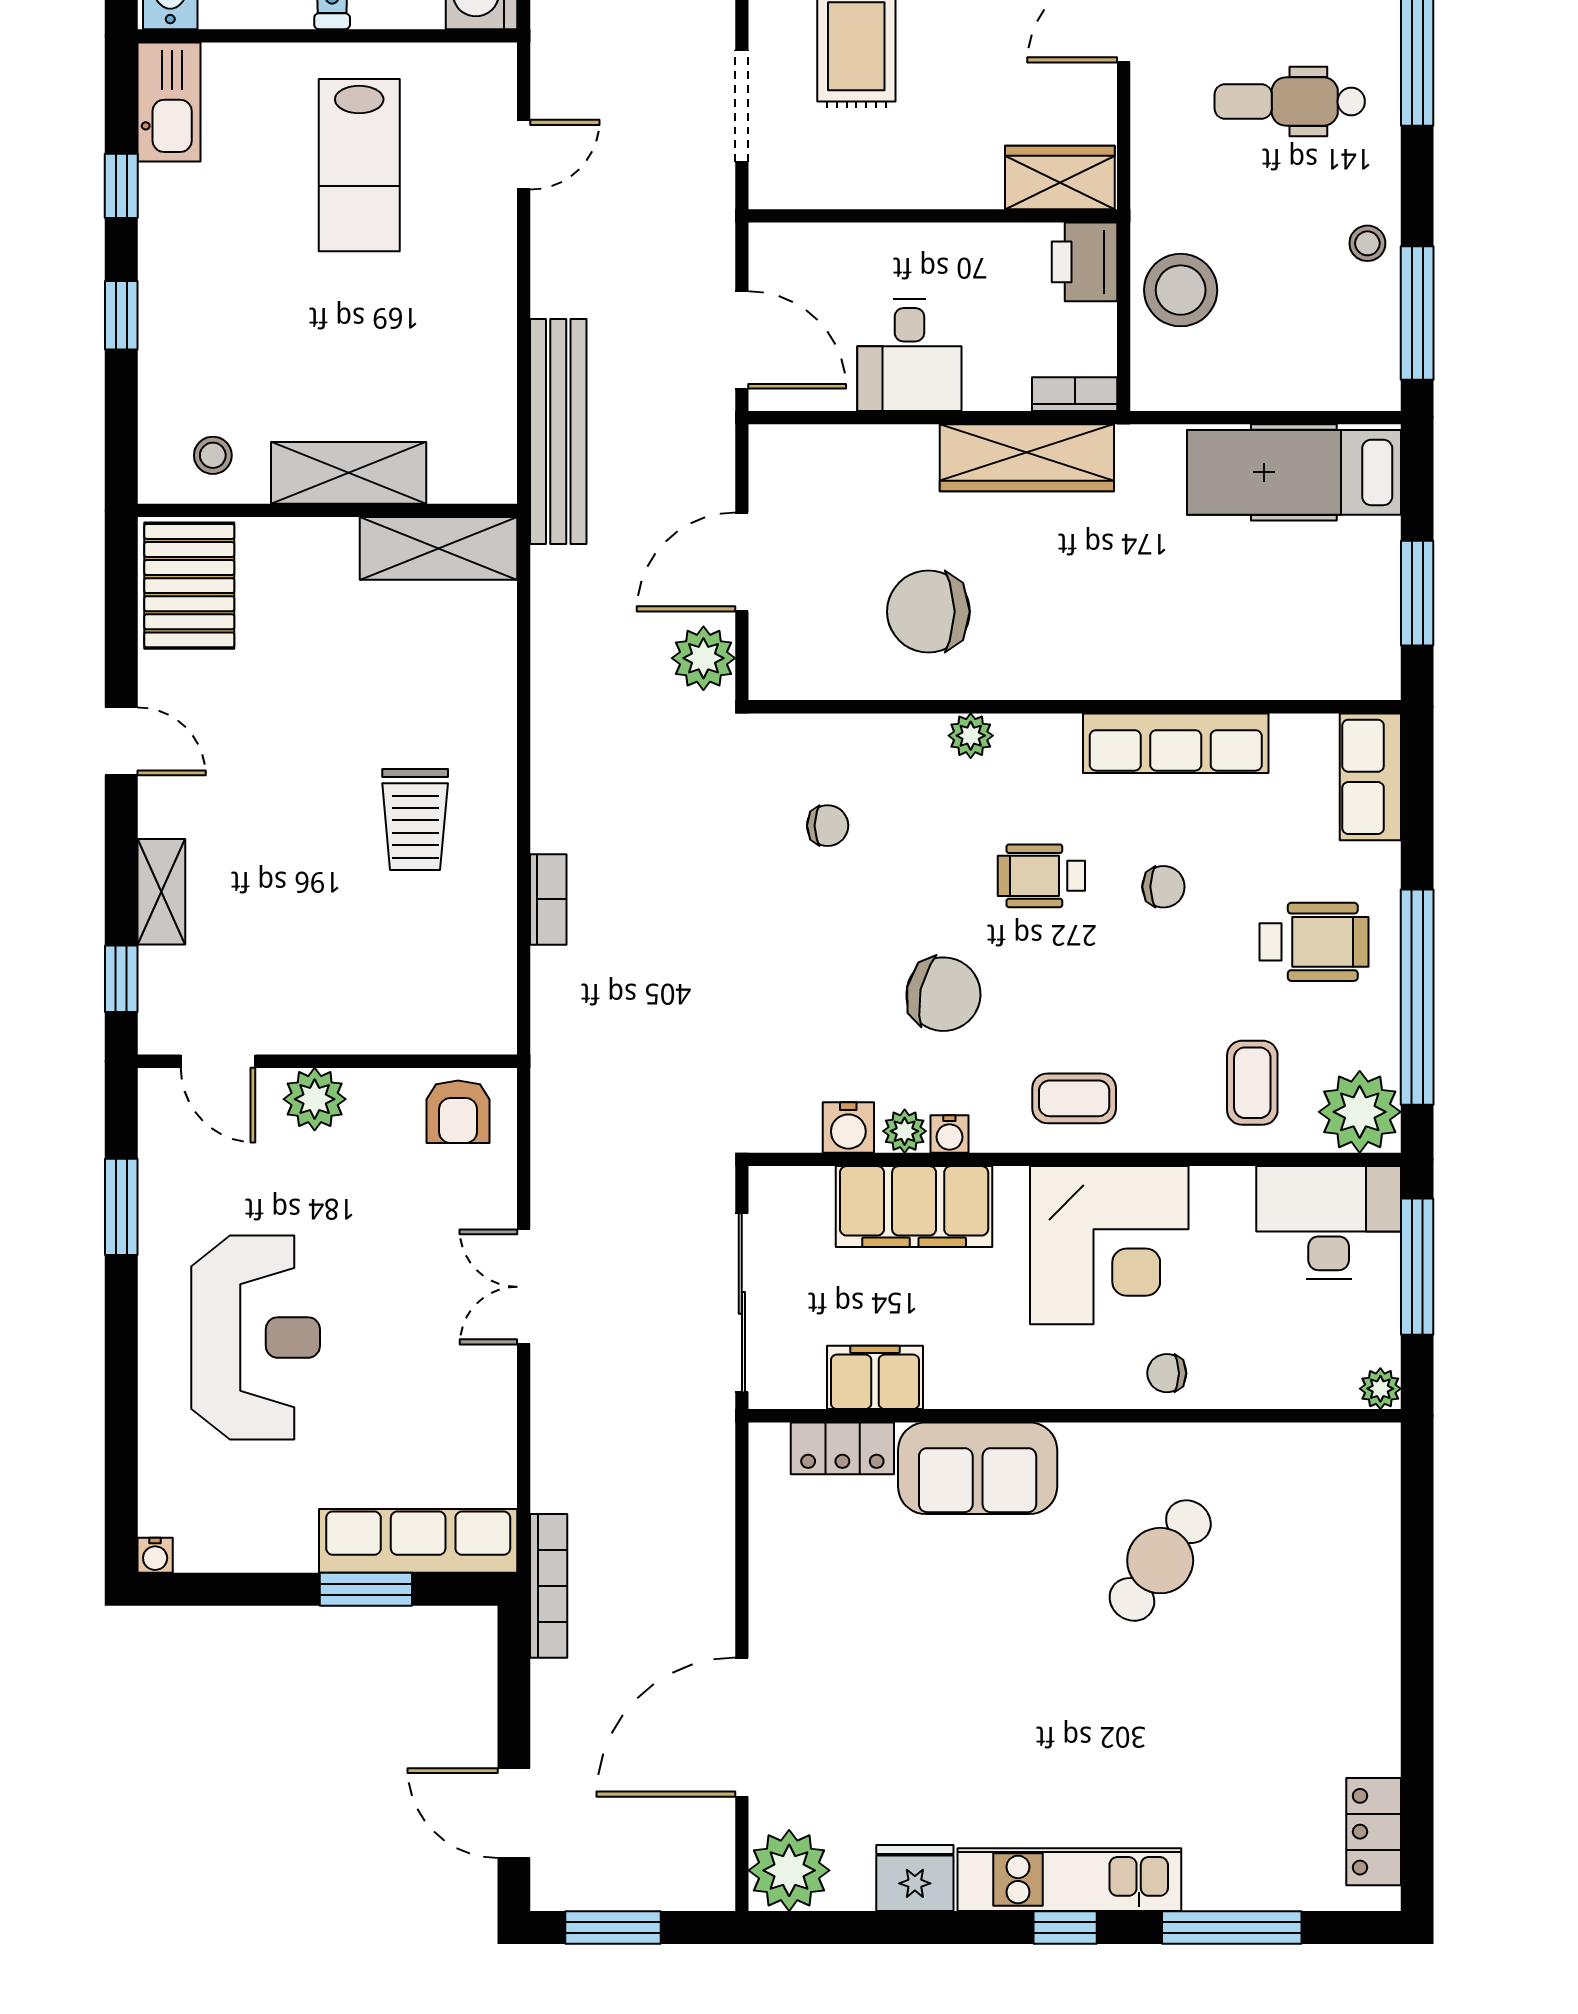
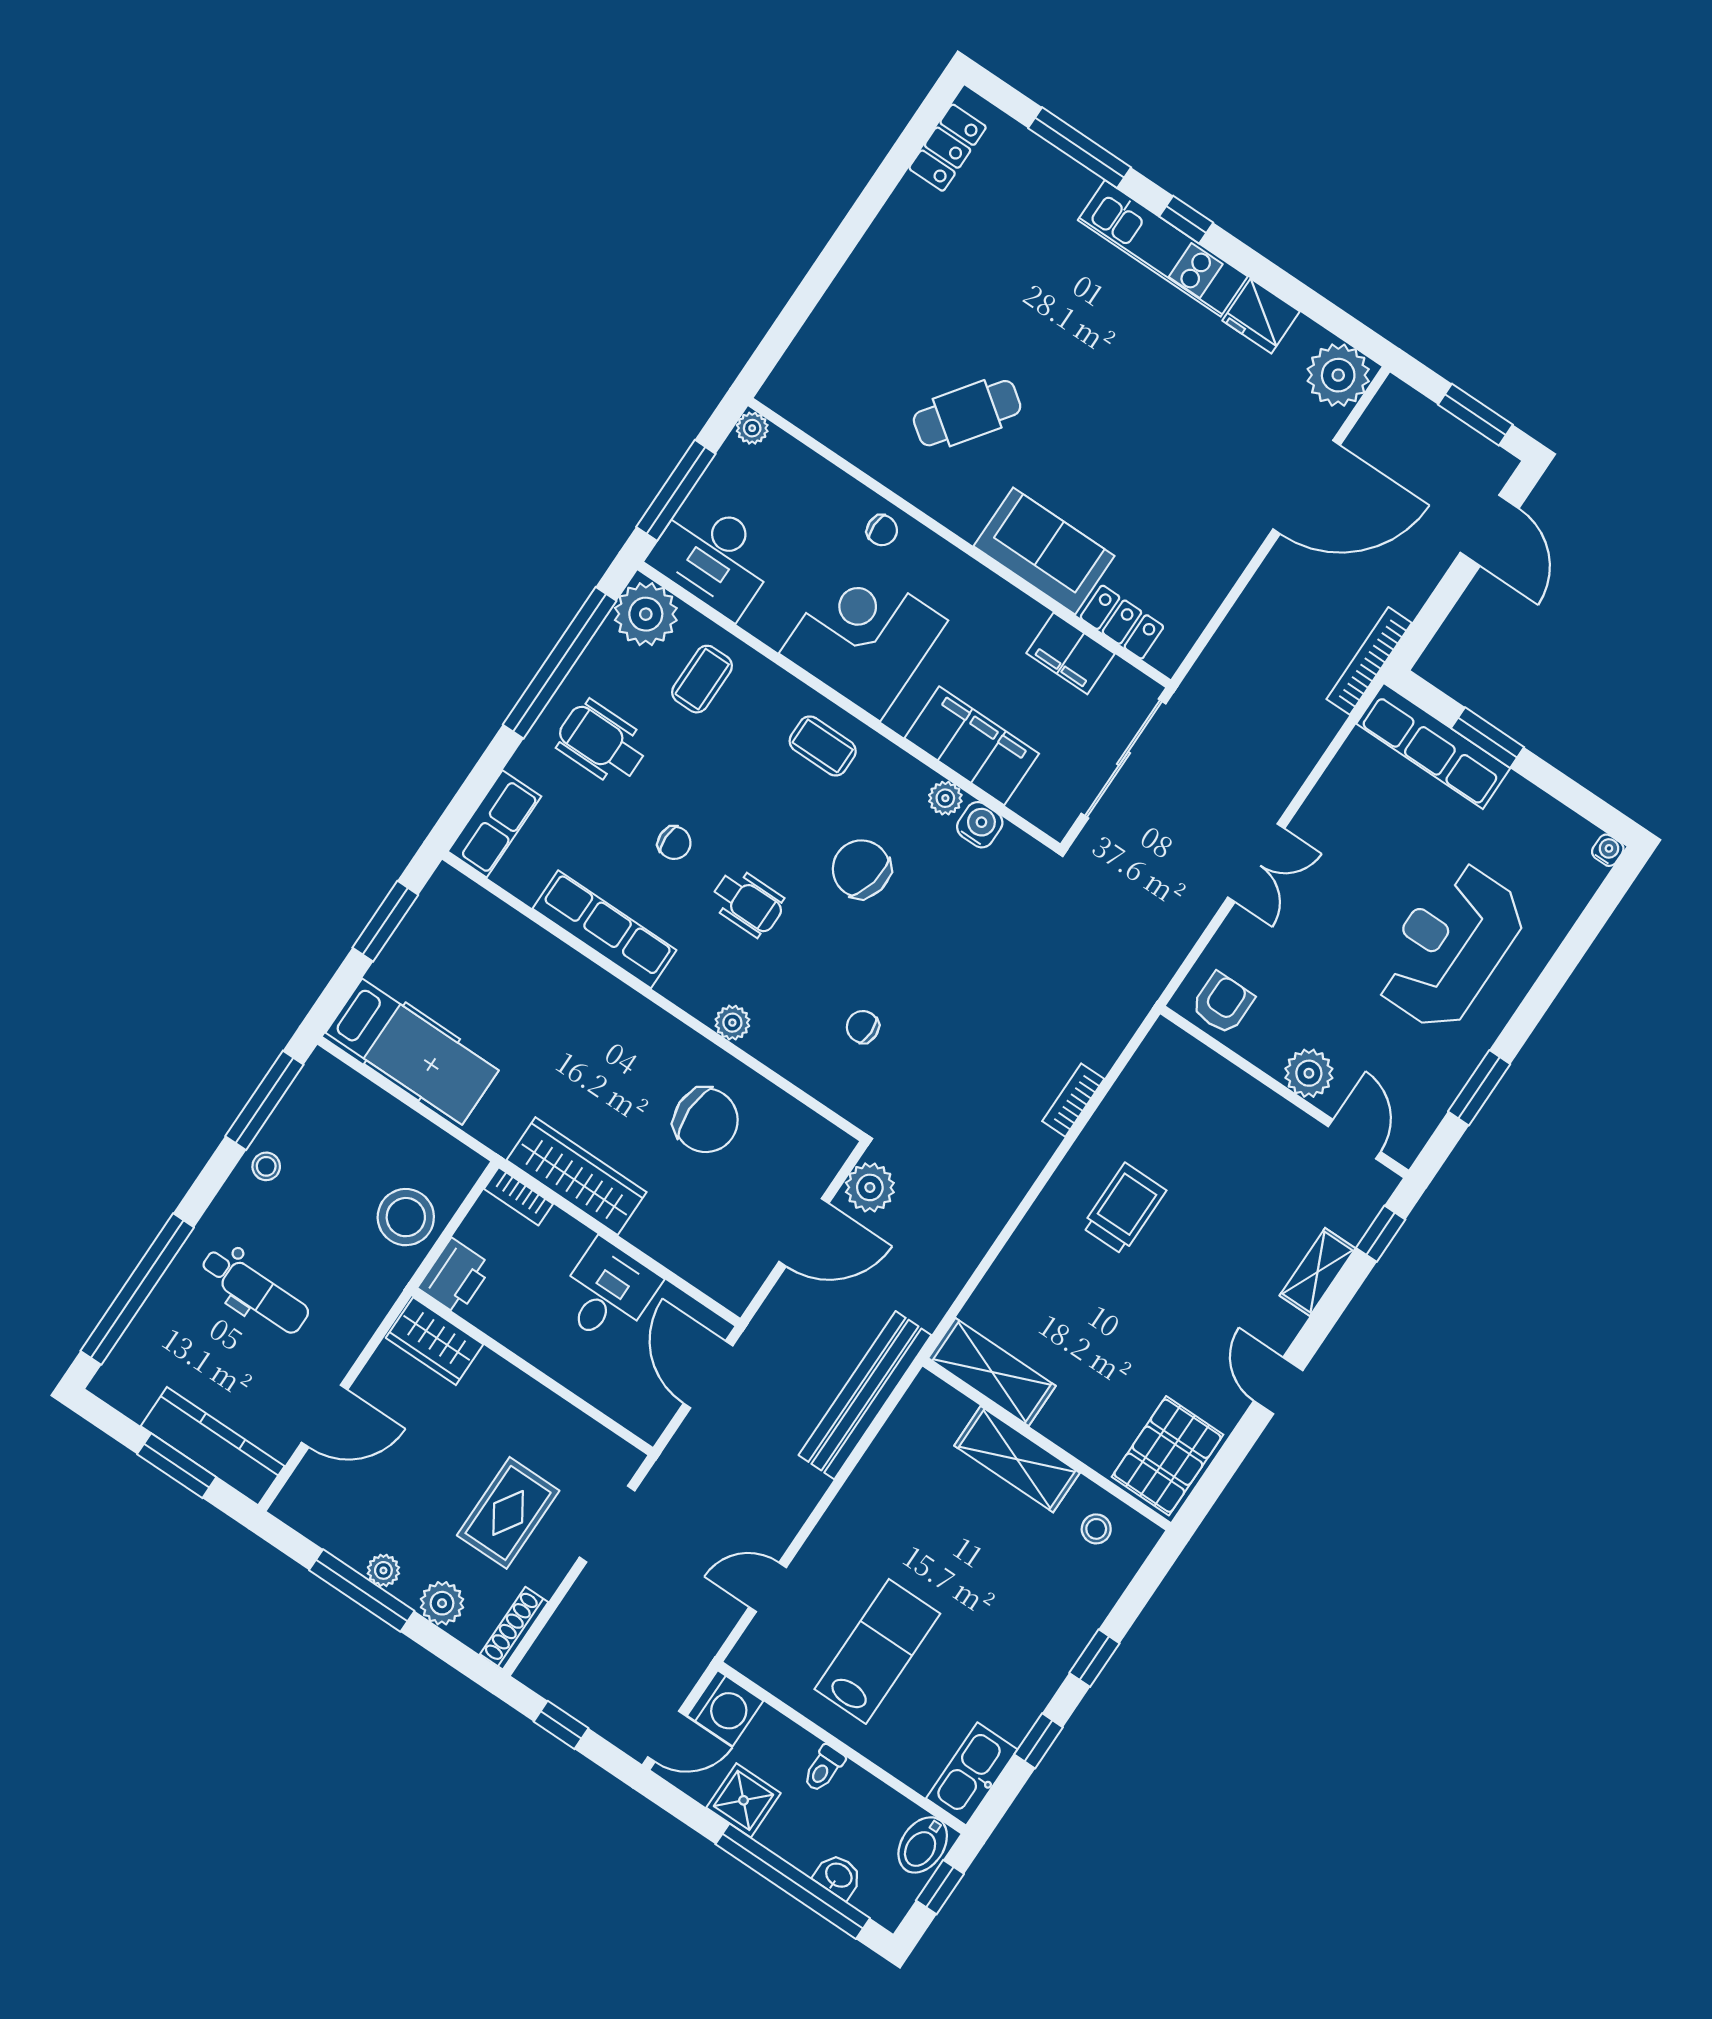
chair: (1163, 887) -> (674, 843), turned 180
water cooler: (949, 1134) -> (918, 777), removed

